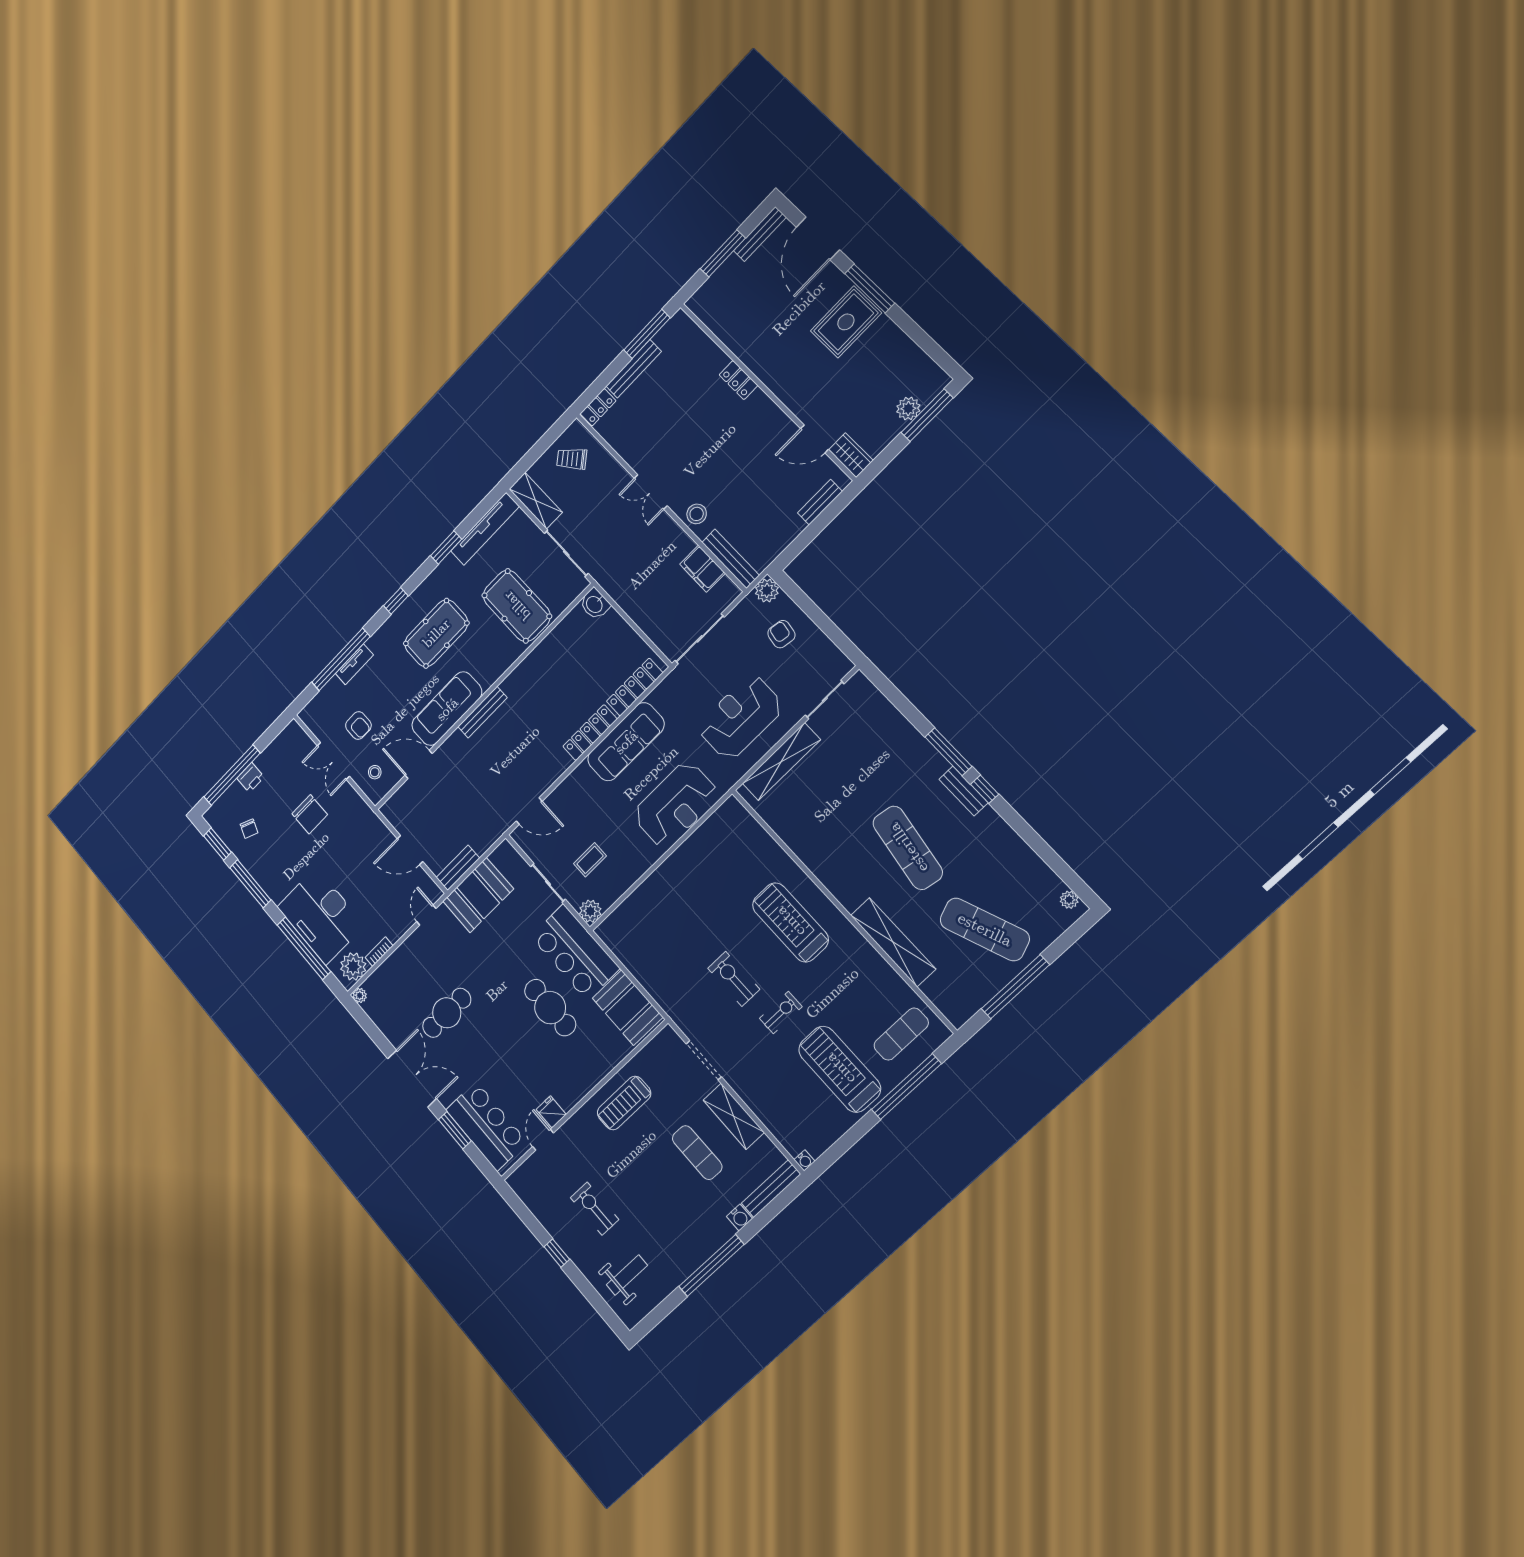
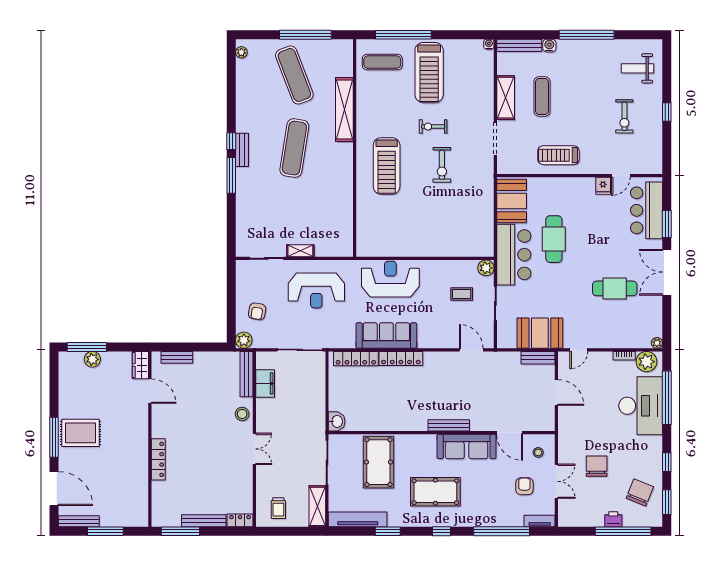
door: (818, 238) -> (54, 489), hinge flipped
locker: (738, 380) -> (158, 459), width x1.53
trolley: (572, 459) -> (278, 508), turned 40
tv unit: (354, 664) -> (540, 521), moved
shelving: (781, 762) -> (300, 251), width x0.45, depth x0.75
chair: (249, 829) -> (640, 493), width x1.87, depth x1.87
window: (250, 884) -> (667, 462), width x0.46
treadmill: (624, 1103) -> (558, 155), turned 180

